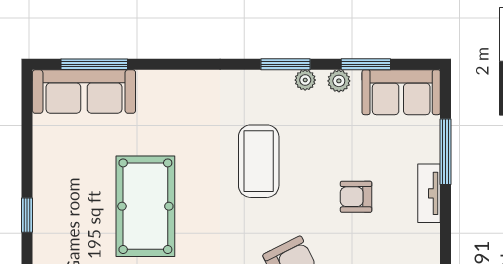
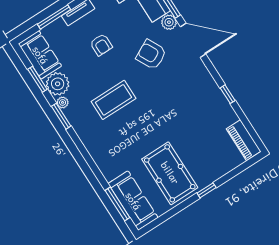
plant: (339, 81) -> (58, 84), width x1.87, depth x1.87
pool table: (145, 206) -> (170, 173), moved, turned 90

